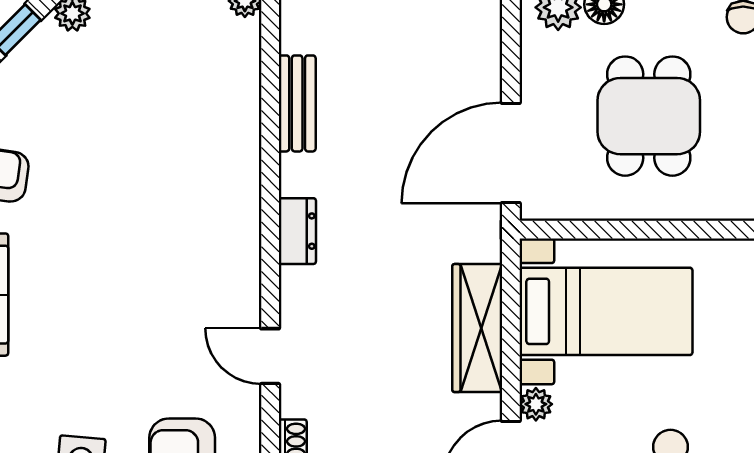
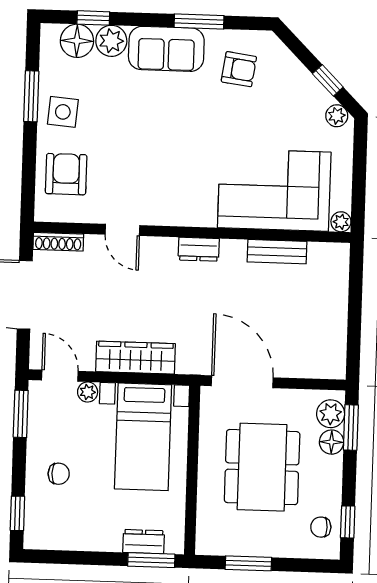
corner sofa: (197, 111) -> (274, 190), added
dining table: (649, 116) -> (262, 467), width x1.38
door: (270, 356) -> (122, 230), swing flipped

